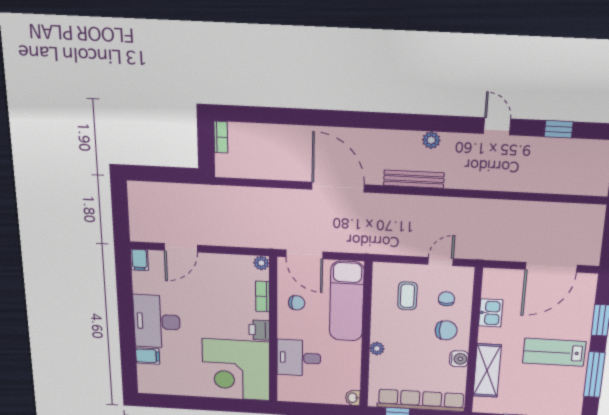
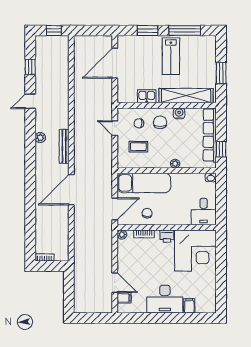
filing cabinet: (139, 260) -> (124, 298), moved
door: (551, 267) -> (115, 63), swing flipped
desk: (299, 358) -> (204, 212), moved
shelving: (487, 370) -> (186, 96), width x1.47

